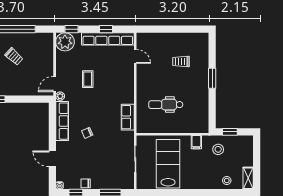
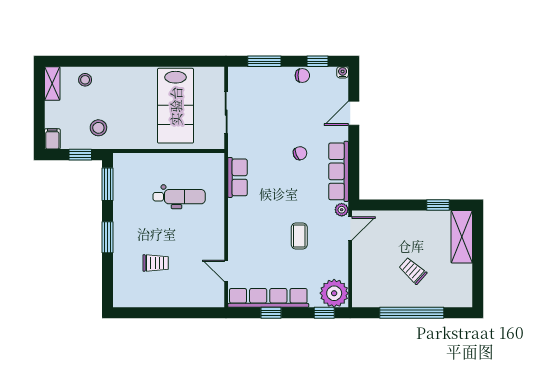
window: (212, 113) -> (107, 184), added
filing cabinet: (196, 142) -> (52, 139), moved
door: (52, 159) -> (354, 113), swing flipped

